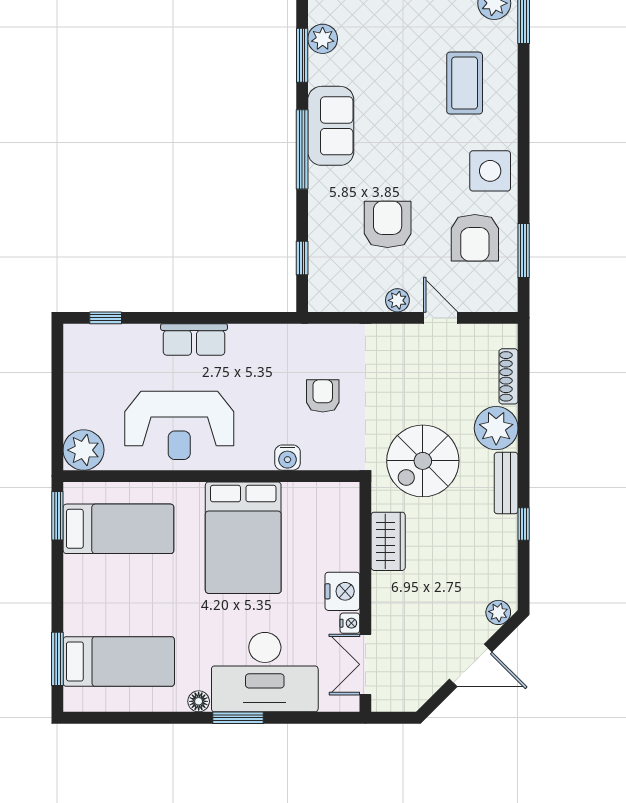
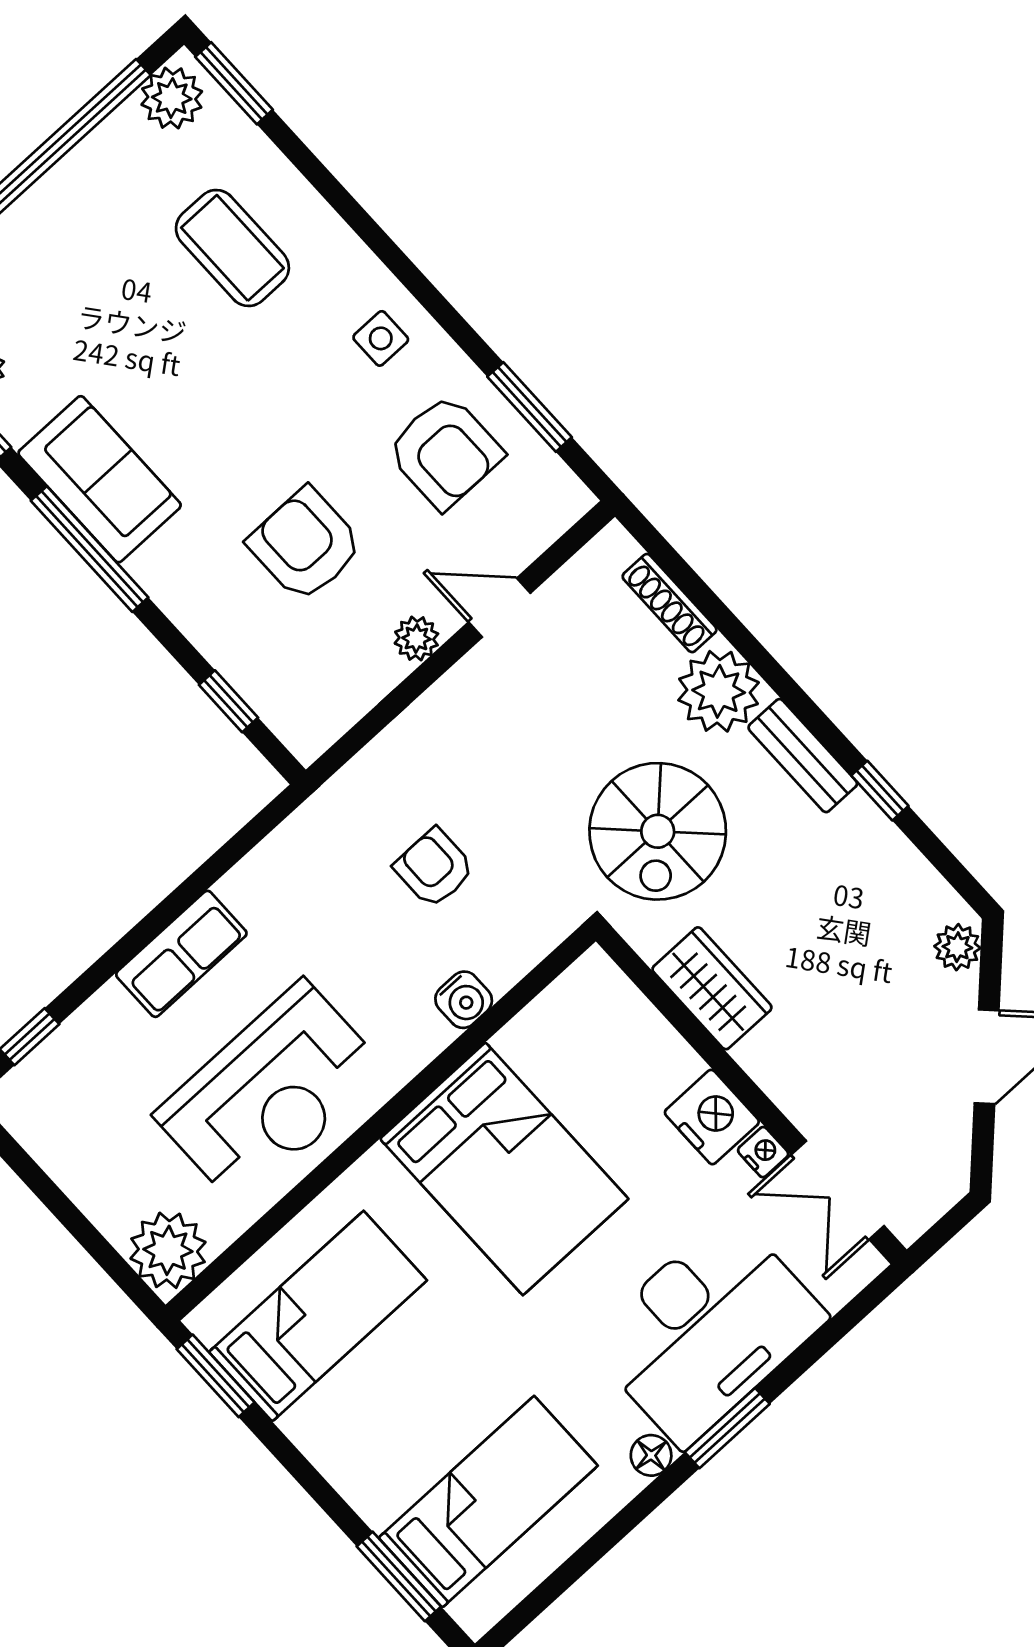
side table: (490, 171) -> (381, 338), width x0.54, depth x0.54

